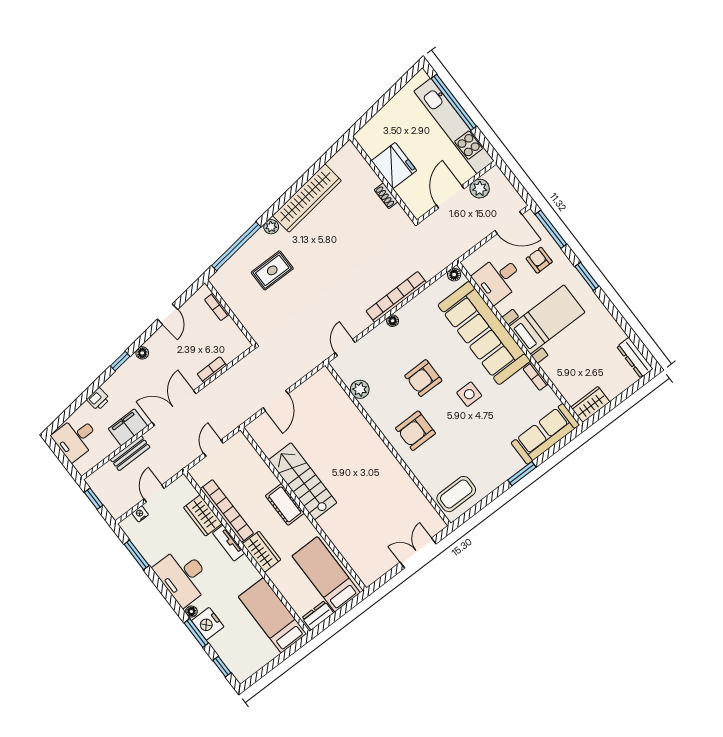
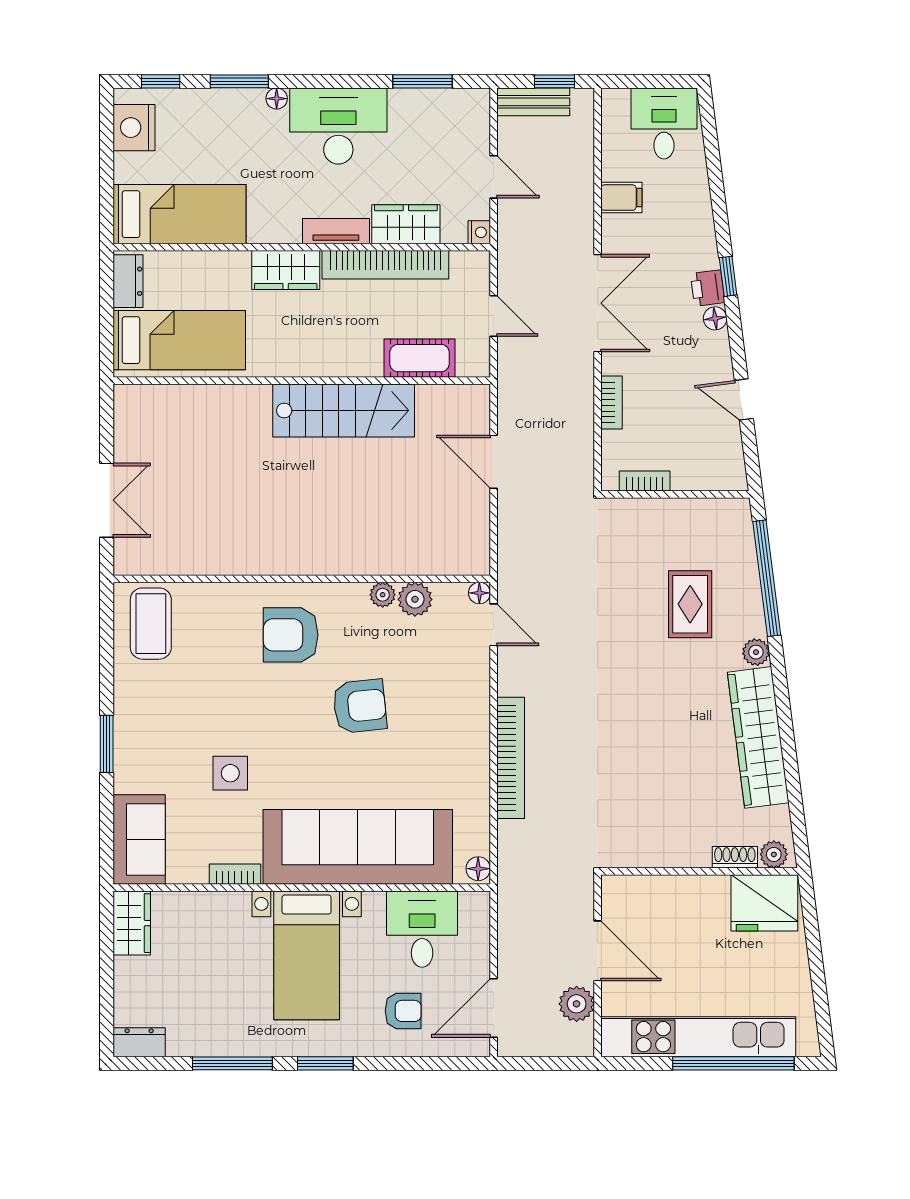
plant: (352, 153) -> (774, 854), added
fridge: (394, 166) -> (764, 903), moved
shoe rack: (386, 196) -> (735, 857), moved
window: (551, 229) -> (232, 1063), moved
bookcase: (217, 307) -> (645, 481), moved
floor lamp: (393, 321) -> (479, 593), moved
dresser: (635, 358) -> (139, 1042), width x0.70
armchair: (423, 378) -> (360, 706), turned 84
side table: (469, 394) -> (230, 773), moved
printer: (98, 399) -> (708, 288), moved
plant: (368, 405) -> (383, 595), added
filing cabinet: (128, 427) -> (621, 198), width x0.50
armchair: (416, 431) -> (291, 635), turned -90
sofa: (545, 434) -> (139, 840), width x0.73
bench: (130, 453) -> (533, 102), moved, turned 90
cot: (285, 504) -> (420, 358), moved
nightstand: (140, 514) -> (479, 232), moved
nightstand: (208, 624) -> (134, 128), moved, turned -90

